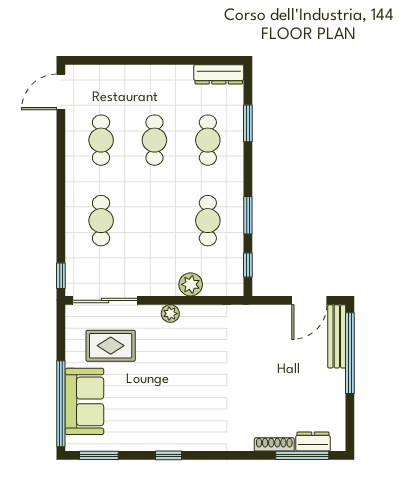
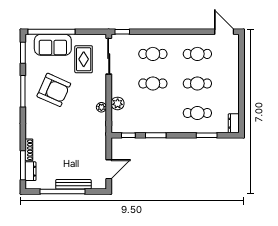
dresser: (219, 74) -> (234, 123), width x0.70
cafe table: (208, 221) -> (153, 83), moved
door: (309, 300) -> (109, 169), swing flipped
plant: (170, 314) -> (101, 107), moved
bench: (337, 336) -> (73, 184), moved
window: (350, 353) -> (63, 192), moved
armchair: (166, 400) -> (54, 90), added
window: (169, 455) -> (23, 91), width x2.17

